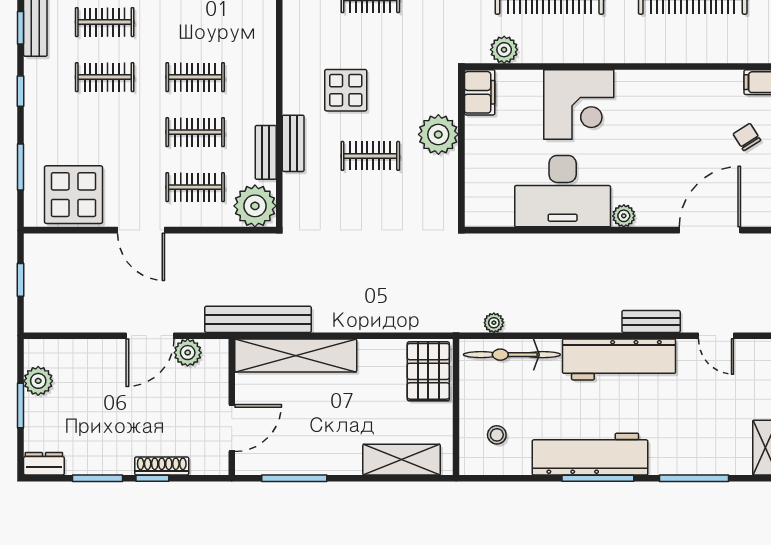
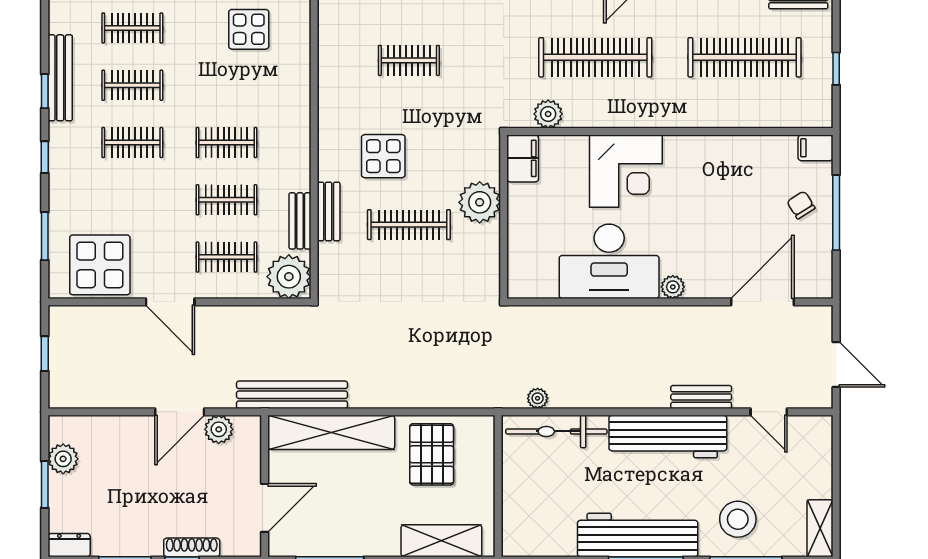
clothes rail: (370, 156) -> (409, 225), width x1.36
pallet: (428, 371) -> (432, 454), moved
stool: (497, 435) -> (738, 519), moved, width x1.89, depth x1.89

